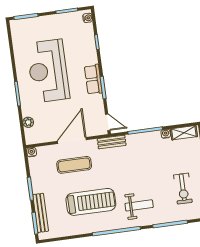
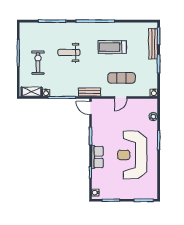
reception desk: (48, 71) -> (132, 155), turned 180
row of seats: (93, 79) -> (97, 157), moved
door: (72, 140) -> (121, 97), width x0.53
exercise bike: (183, 189) -> (38, 63), moved
treadmill: (91, 202) -> (112, 47), width x0.73, depth x0.73
weight bench: (139, 205) -> (69, 52), moved

